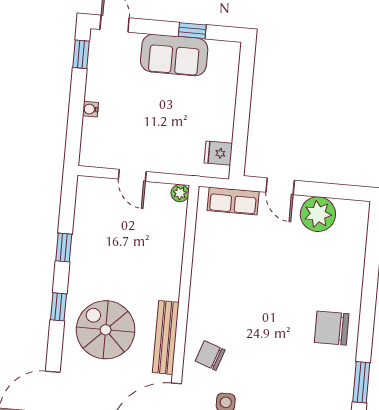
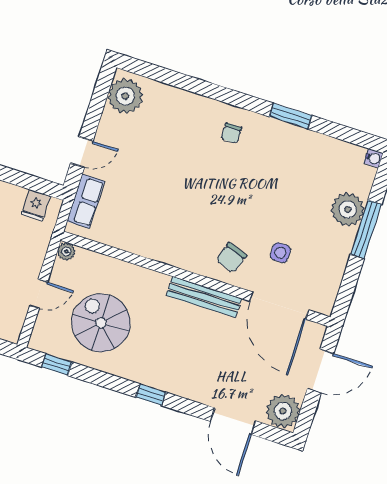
plant: (318, 214) -> (125, 96), moved
window: (64, 247) -> (57, 365), moved
chair: (332, 328) -> (231, 133), width x0.54, depth x0.54
spiral stairs: (106, 330) -> (101, 323), moved, turned 90

